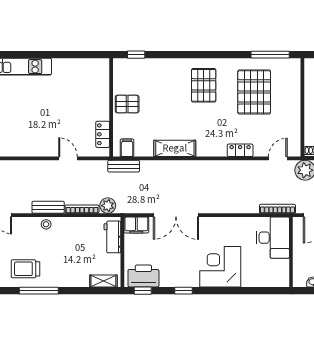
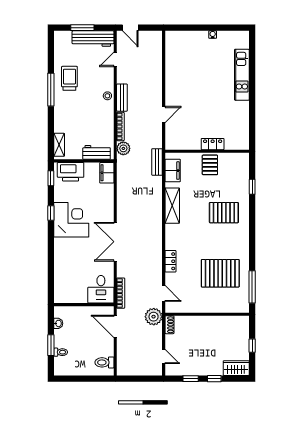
window: (136, 55) -> (252, 187), moved
pallet: (204, 85) -> (224, 213), moved
locker: (103, 134) -> (213, 144), moved
filing cabinet: (127, 148) -> (173, 171), width x2.00
double door: (176, 215) -> (115, 242), moved
desk: (273, 238) -> (101, 289), width x0.73
corner desk: (220, 267) -> (71, 220), moved
printer: (143, 276) -> (71, 172), moved, turned 90

